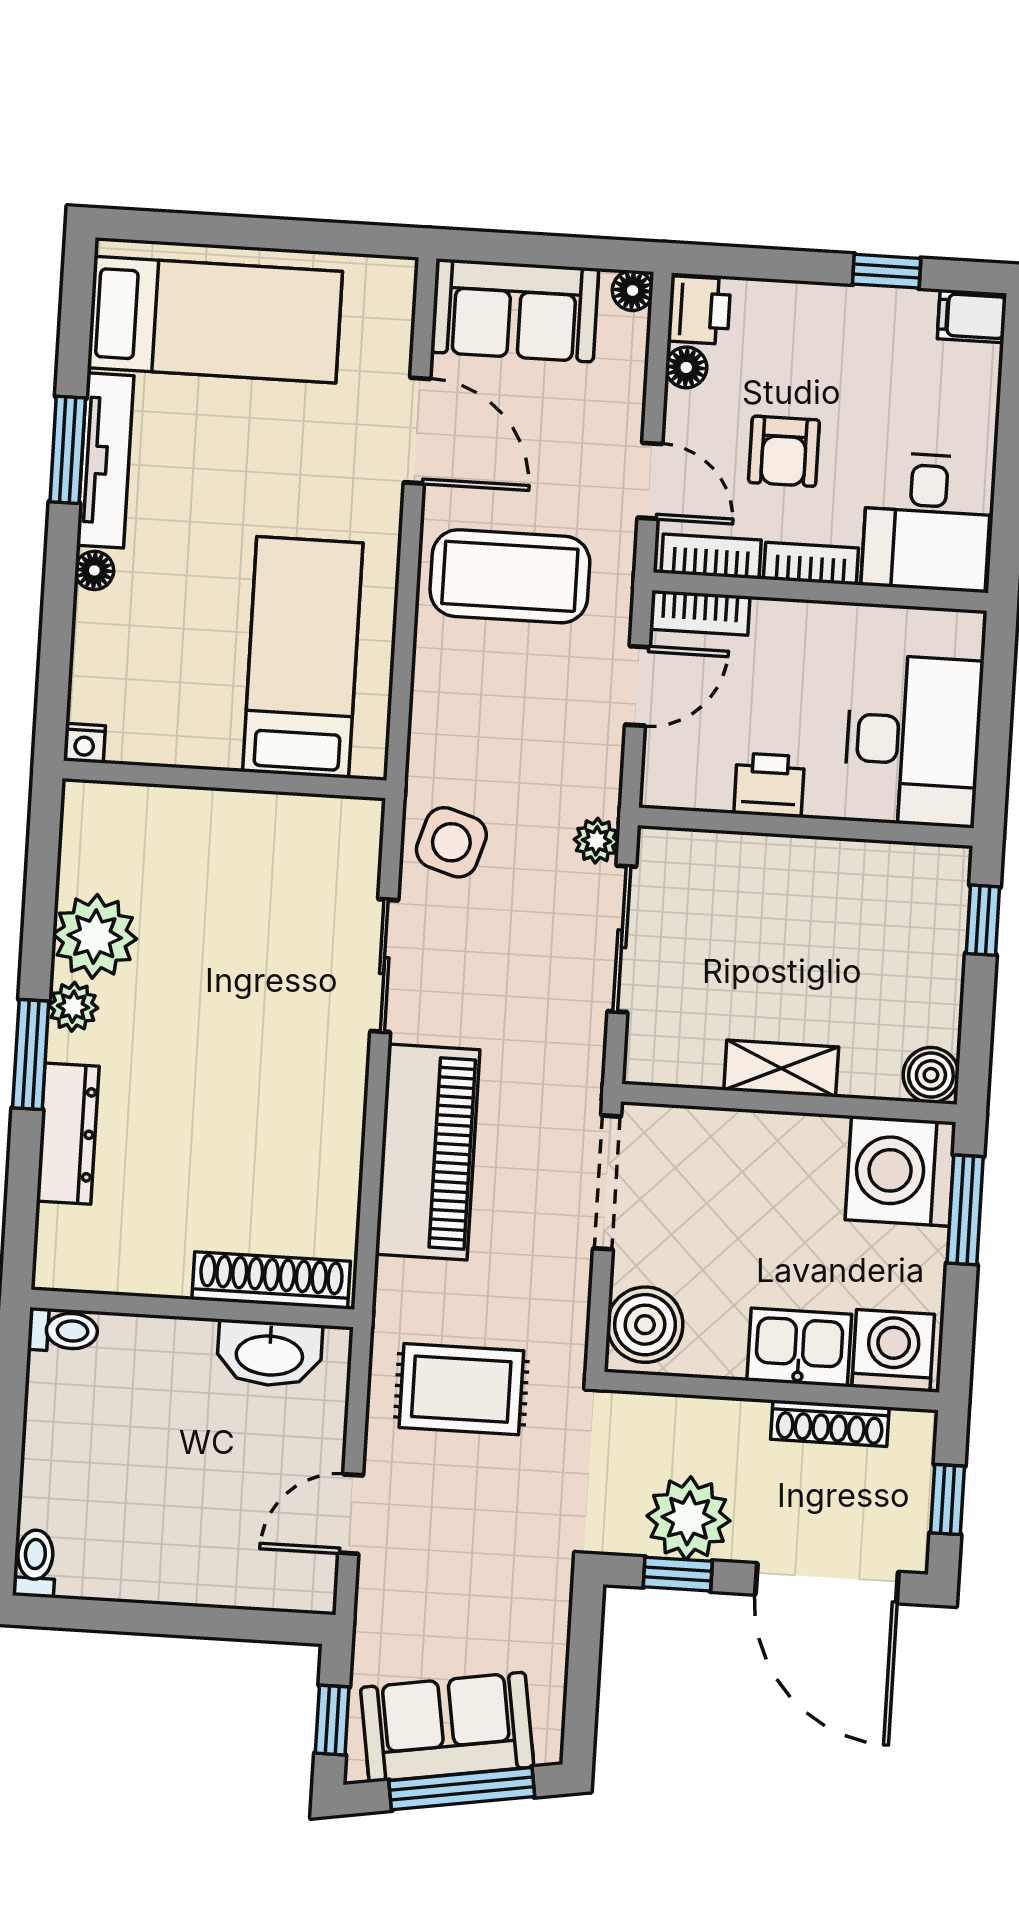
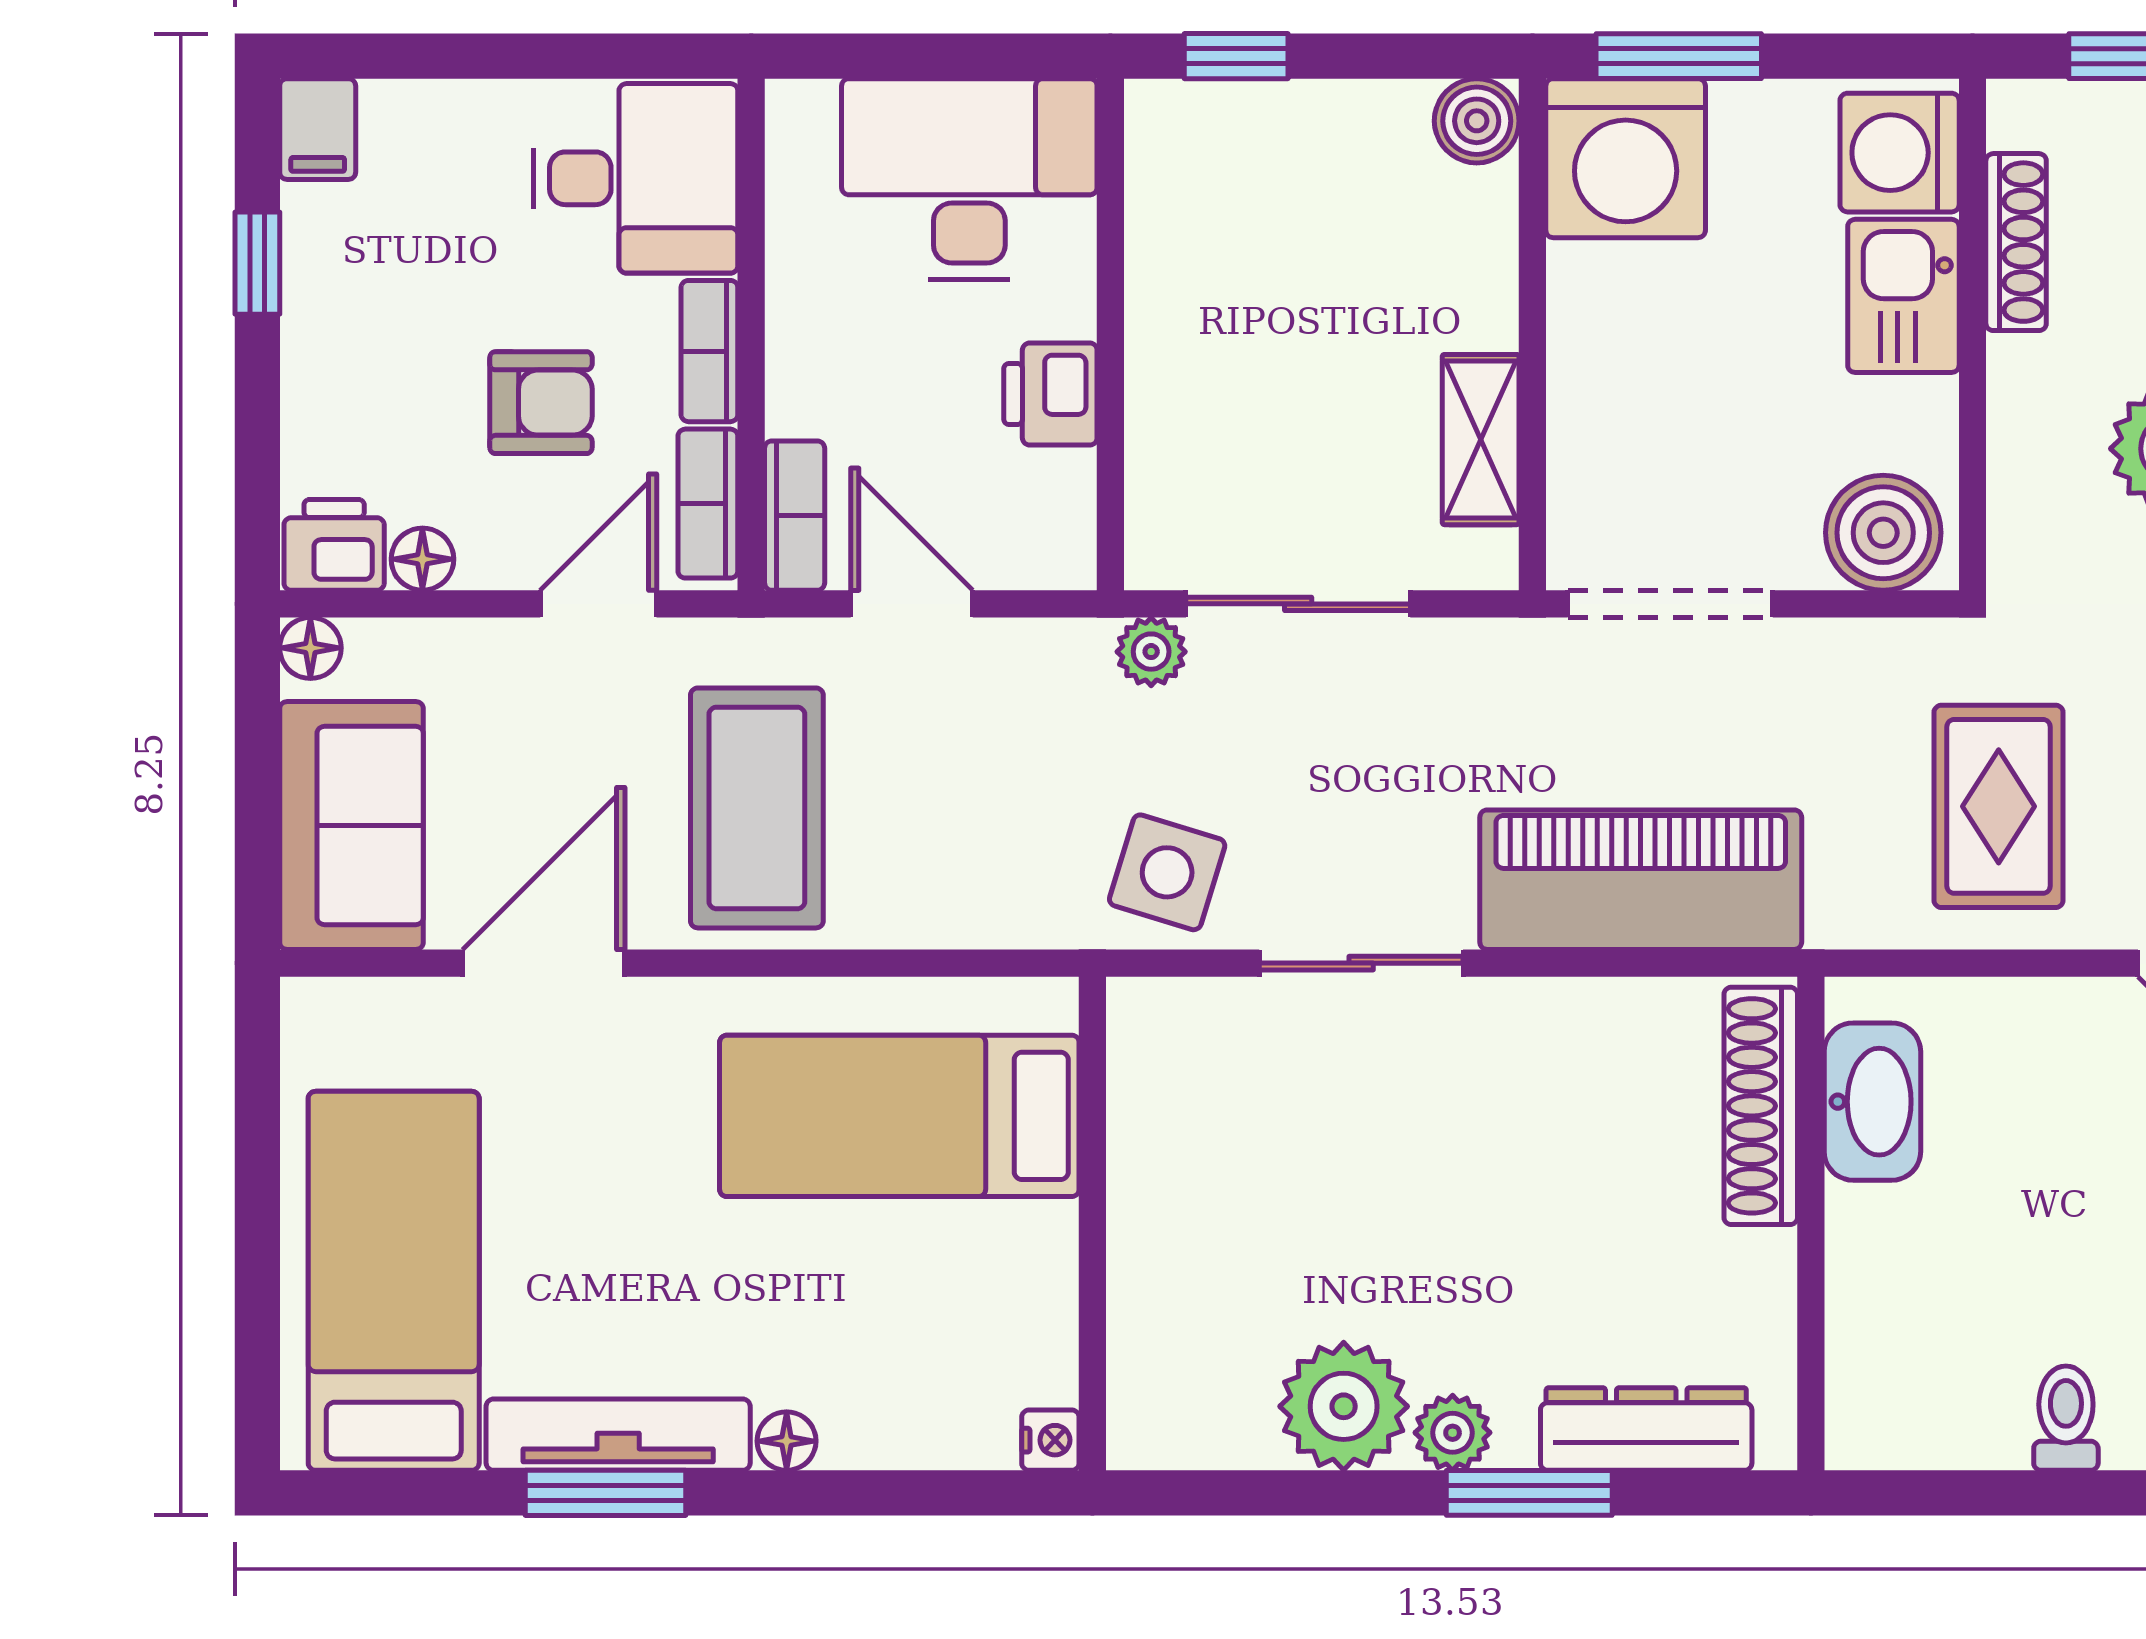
shelving: (781, 1068) -> (1481, 440), moved
shoe rack: (271, 1280) -> (1761, 1106), moved
wall: (192, 1308) -> (1811, 1223), moved
toilet: (63, 1330) -> (2066, 1418), moved
washbasin: (269, 1354) -> (1872, 1102), moved

